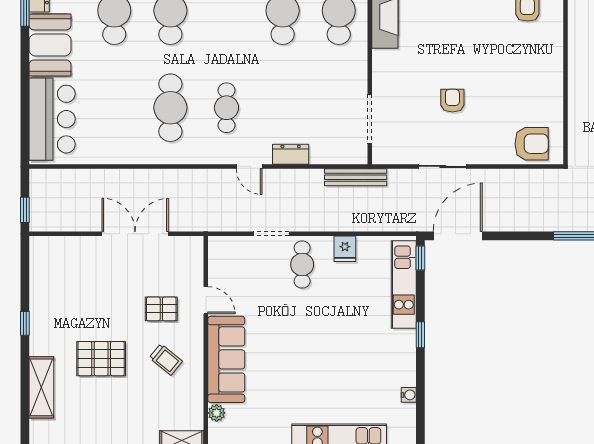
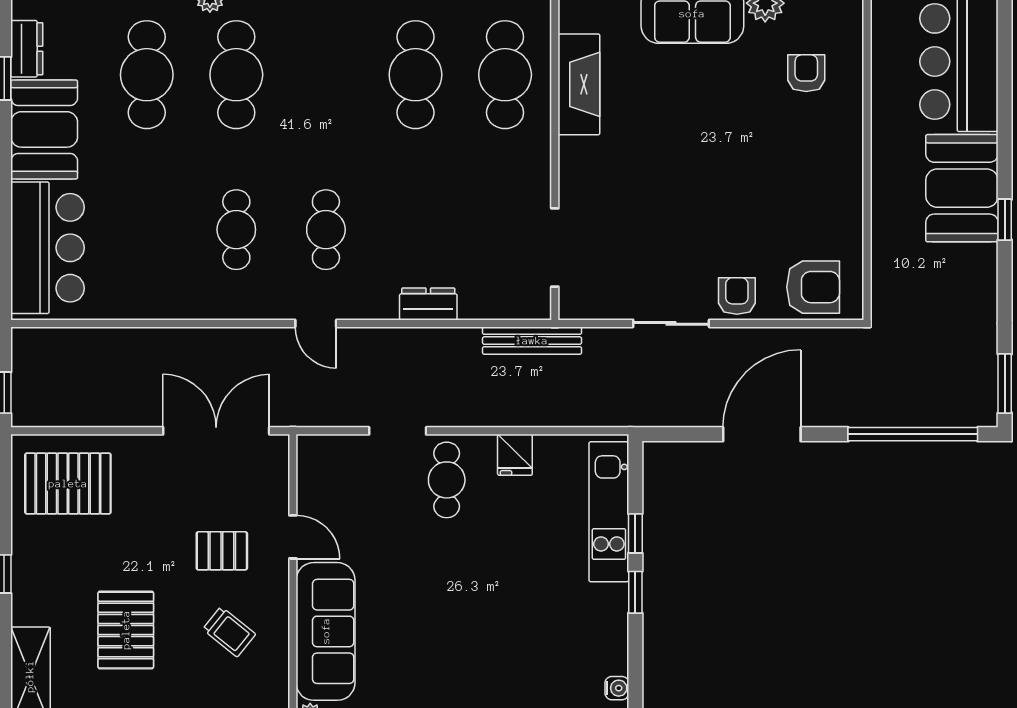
armchair: (452, 101) -> (737, 296), moved
cafe table: (170, 108) -> (236, 230), width x0.73, depth x0.74
door: (249, 166) -> (316, 323), moved
double door: (135, 234) -> (216, 431), moved
door: (458, 236) -> (762, 434), moved
window: (420, 258) -> (635, 533), moved
pallet: (65, 267) -> (68, 484), added
pallet: (101, 359) -> (126, 630), turned 90

